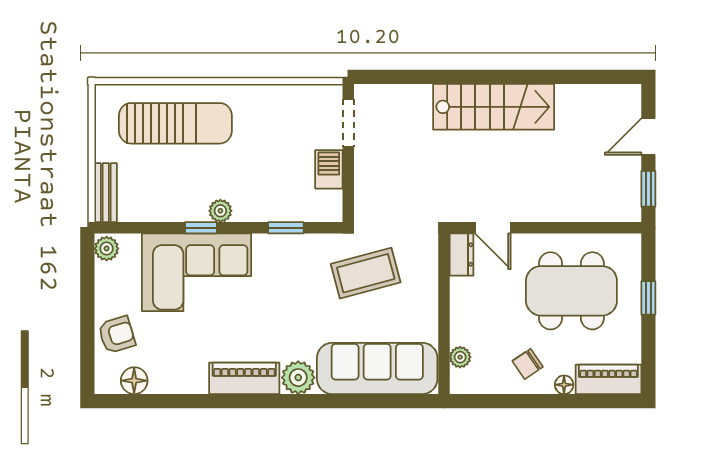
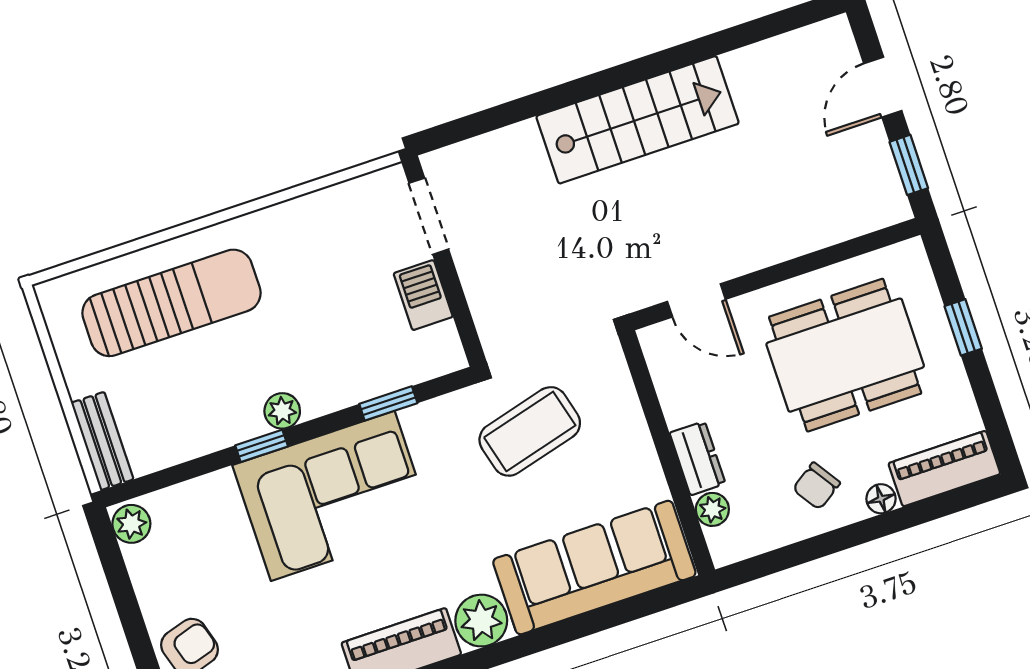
dresser: (461, 255) -> (697, 458), moved
corner sofa: (197, 272) -> (333, 496), moved

